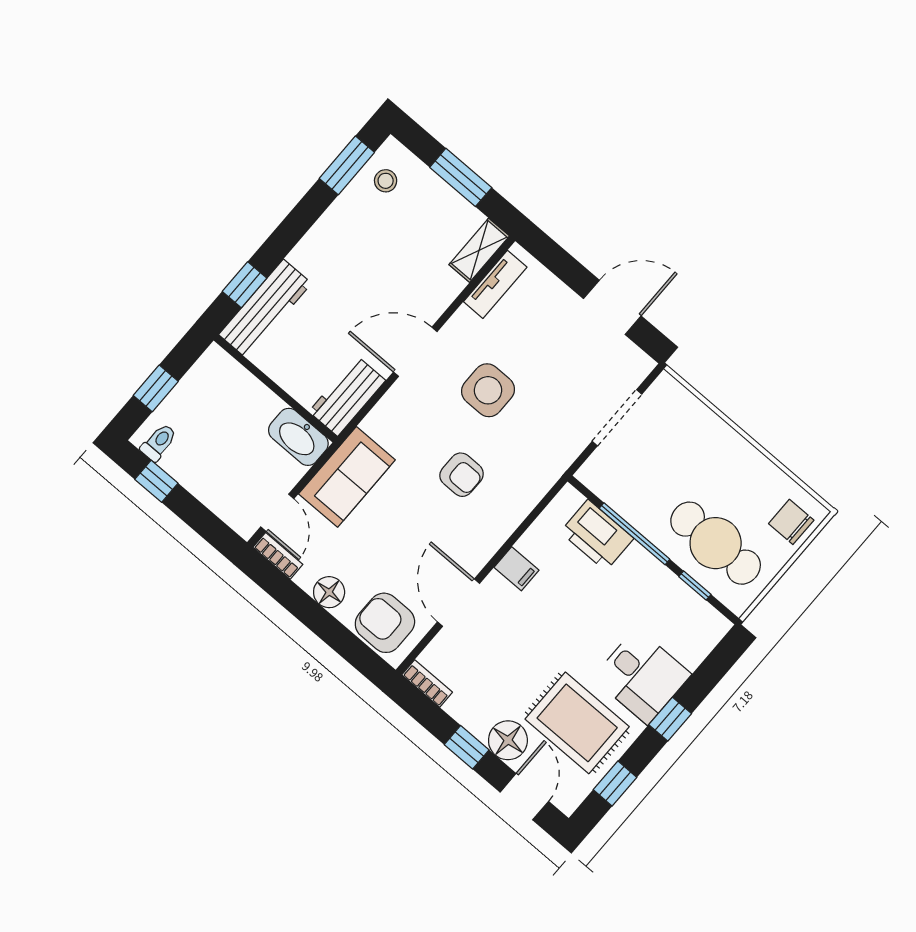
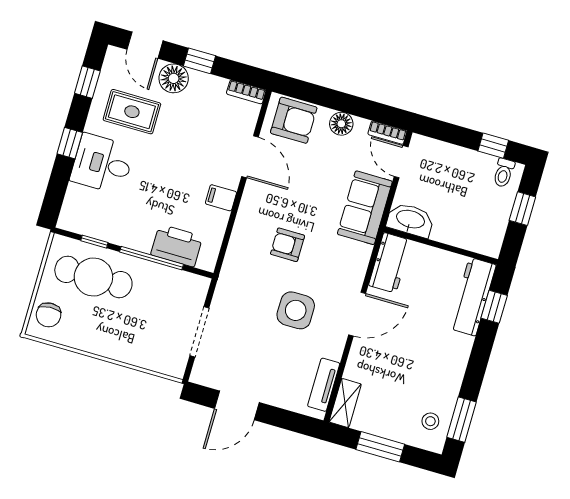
chair: (791, 522) -> (49, 315), turned 87
rug: (577, 723) -> (132, 112), width x0.73, depth x0.70

